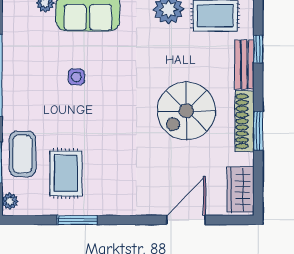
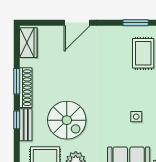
window: (258, 49) -> (17, 120), moved
spiral stairs: (186, 111) -> (67, 120), moved, turned 90
door: (186, 220) -> (77, 23), moved

